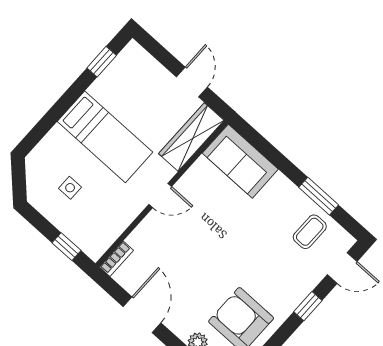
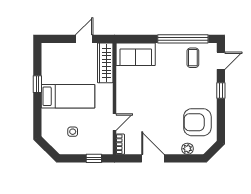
window: (102, 62) -> (37, 84), moved
door: (192, 82) -> (84, 39), hinge flipped
door: (160, 195) -> (114, 122), moved
window: (319, 196) -> (183, 39), width x2.11

